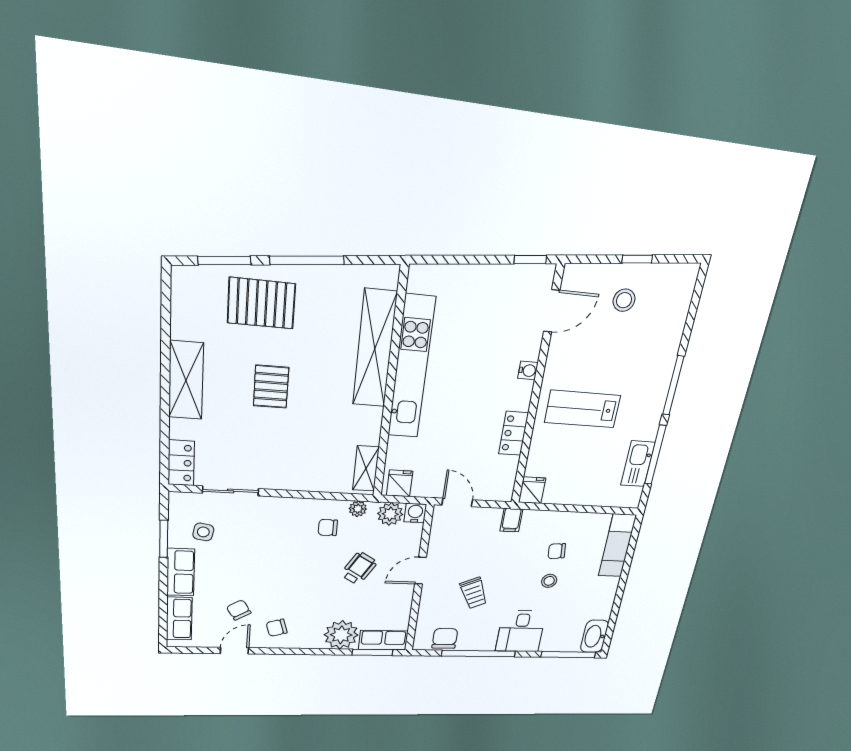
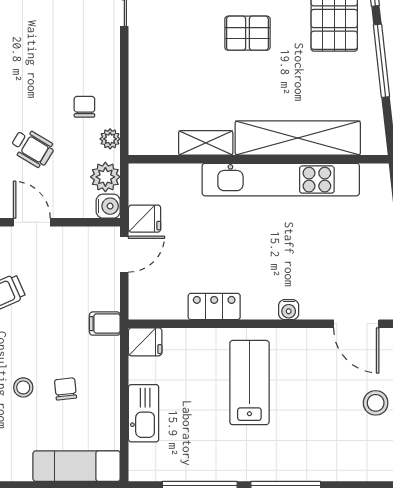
kitchen sink: (638, 464) -> (144, 413), moved, turned 90
shelving: (366, 468) -> (206, 143), moved
fridge: (400, 483) -> (145, 219), moved

